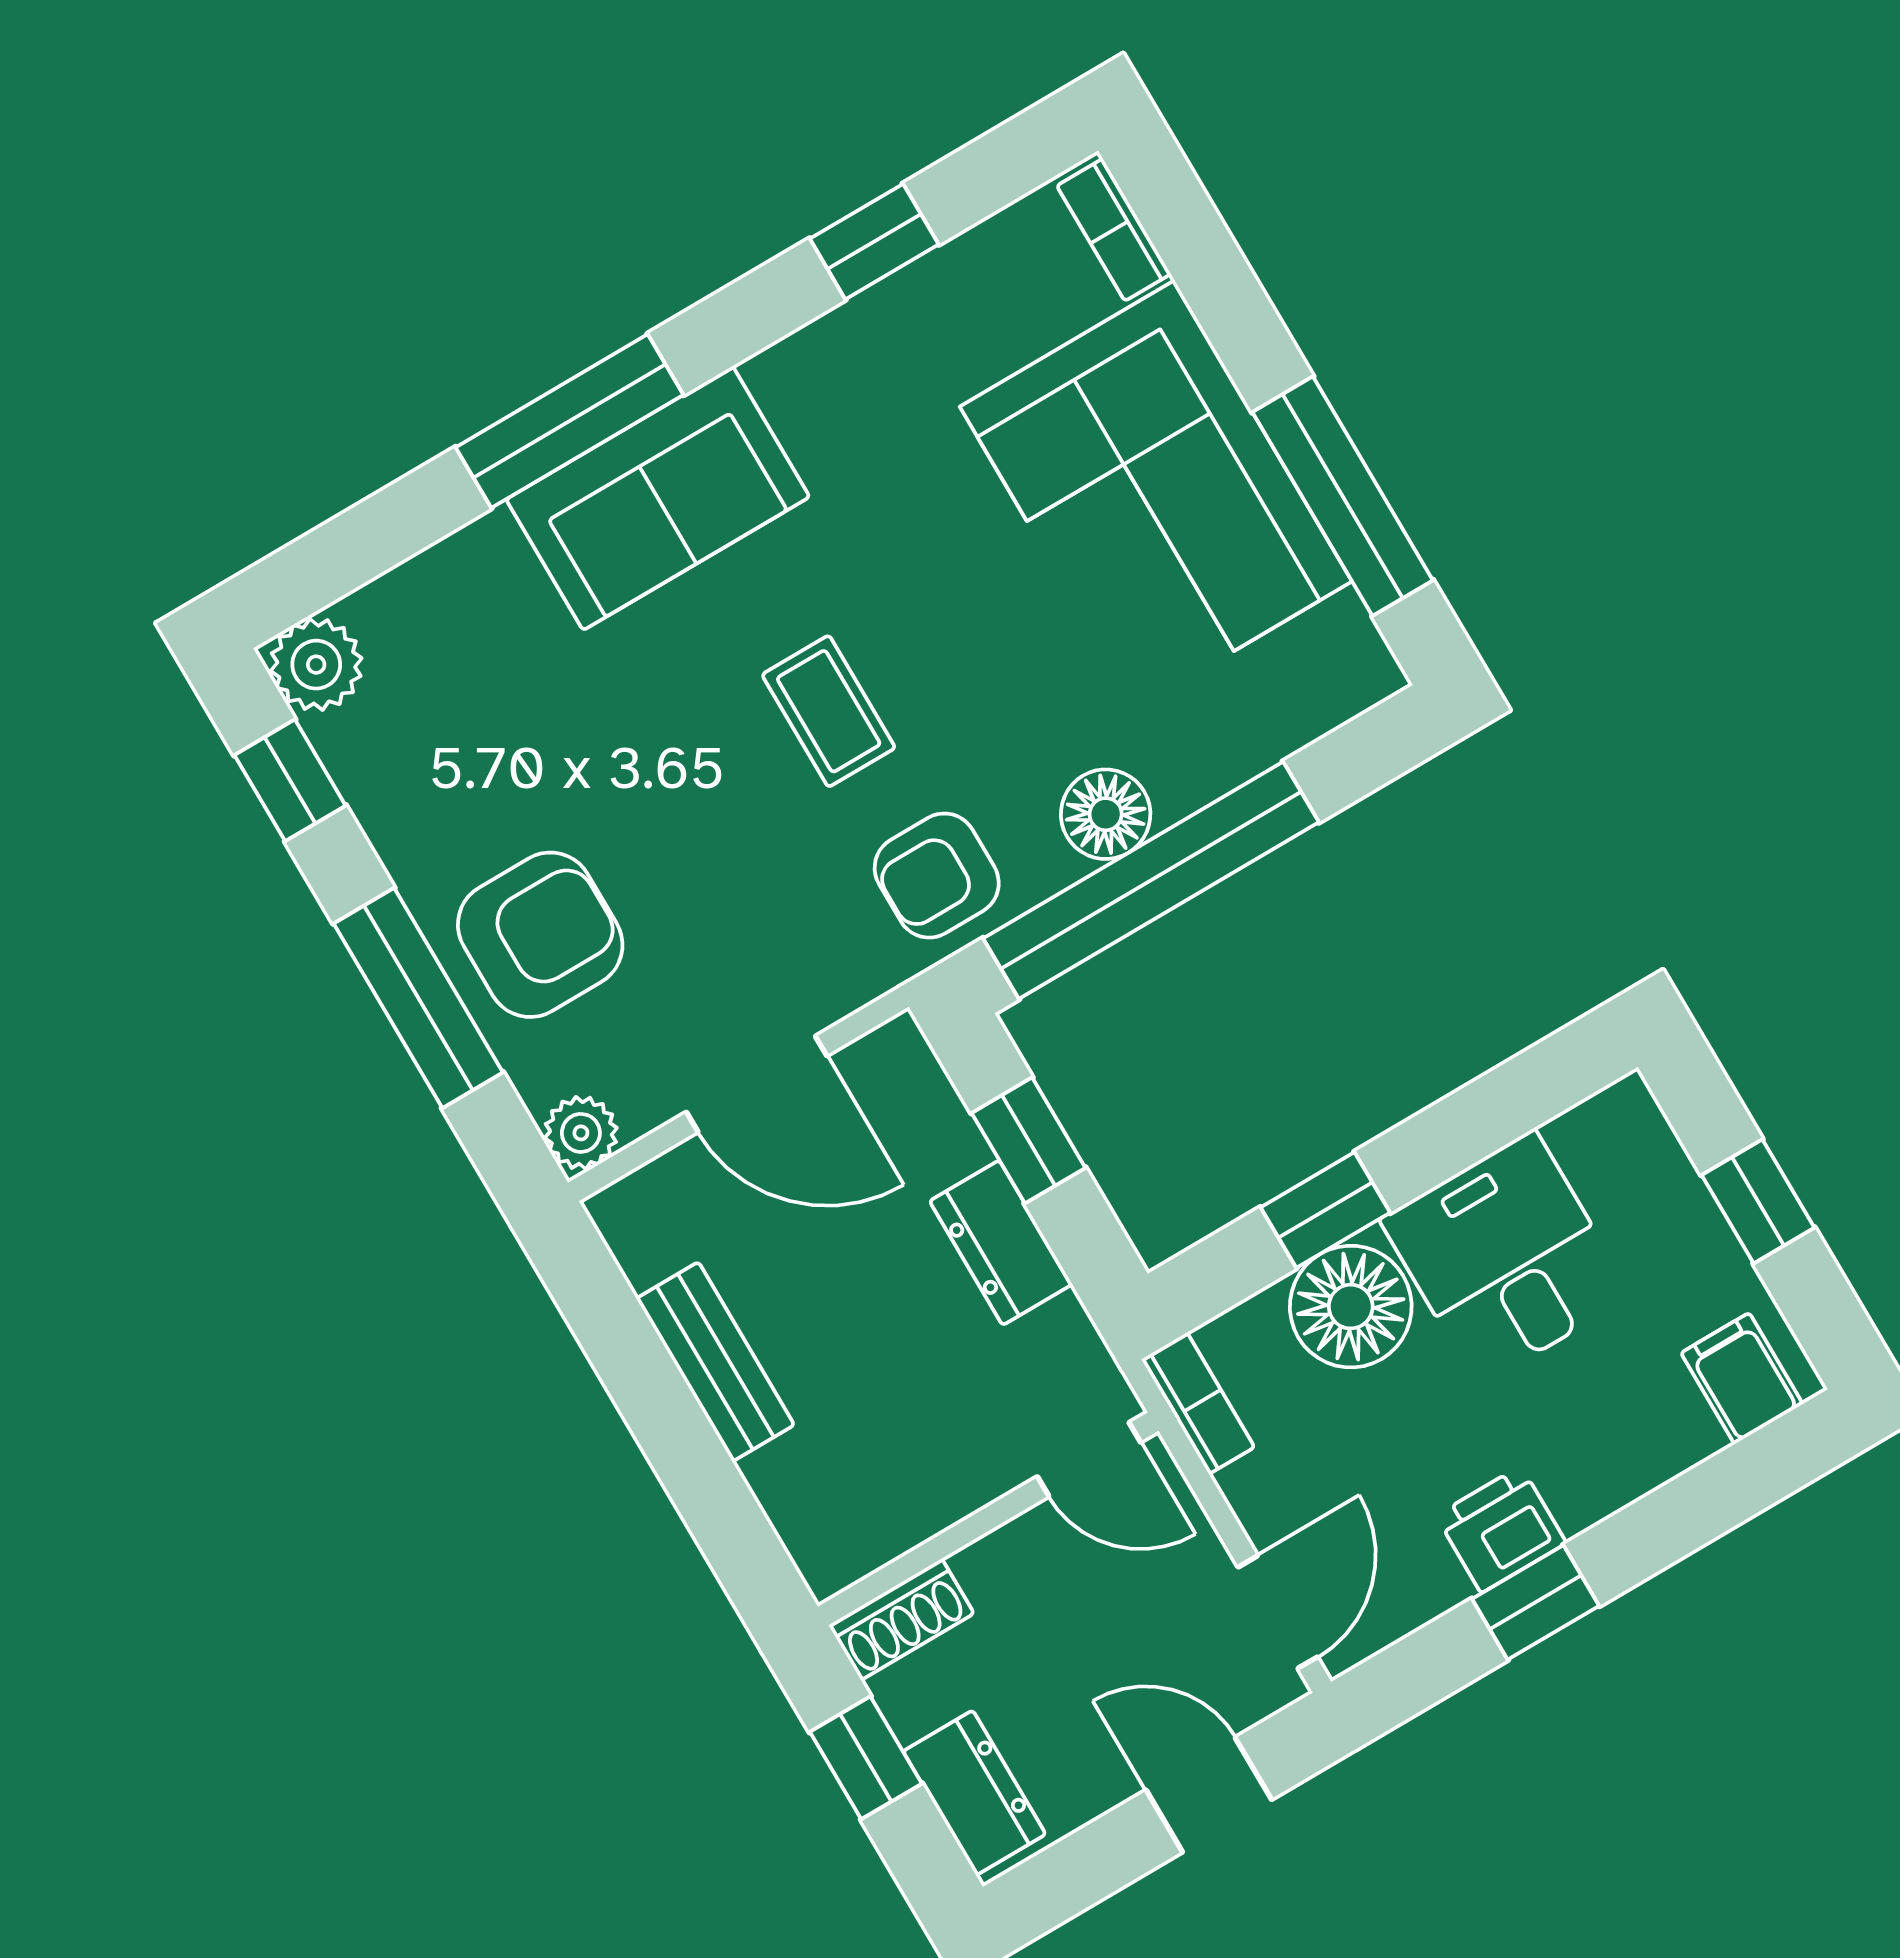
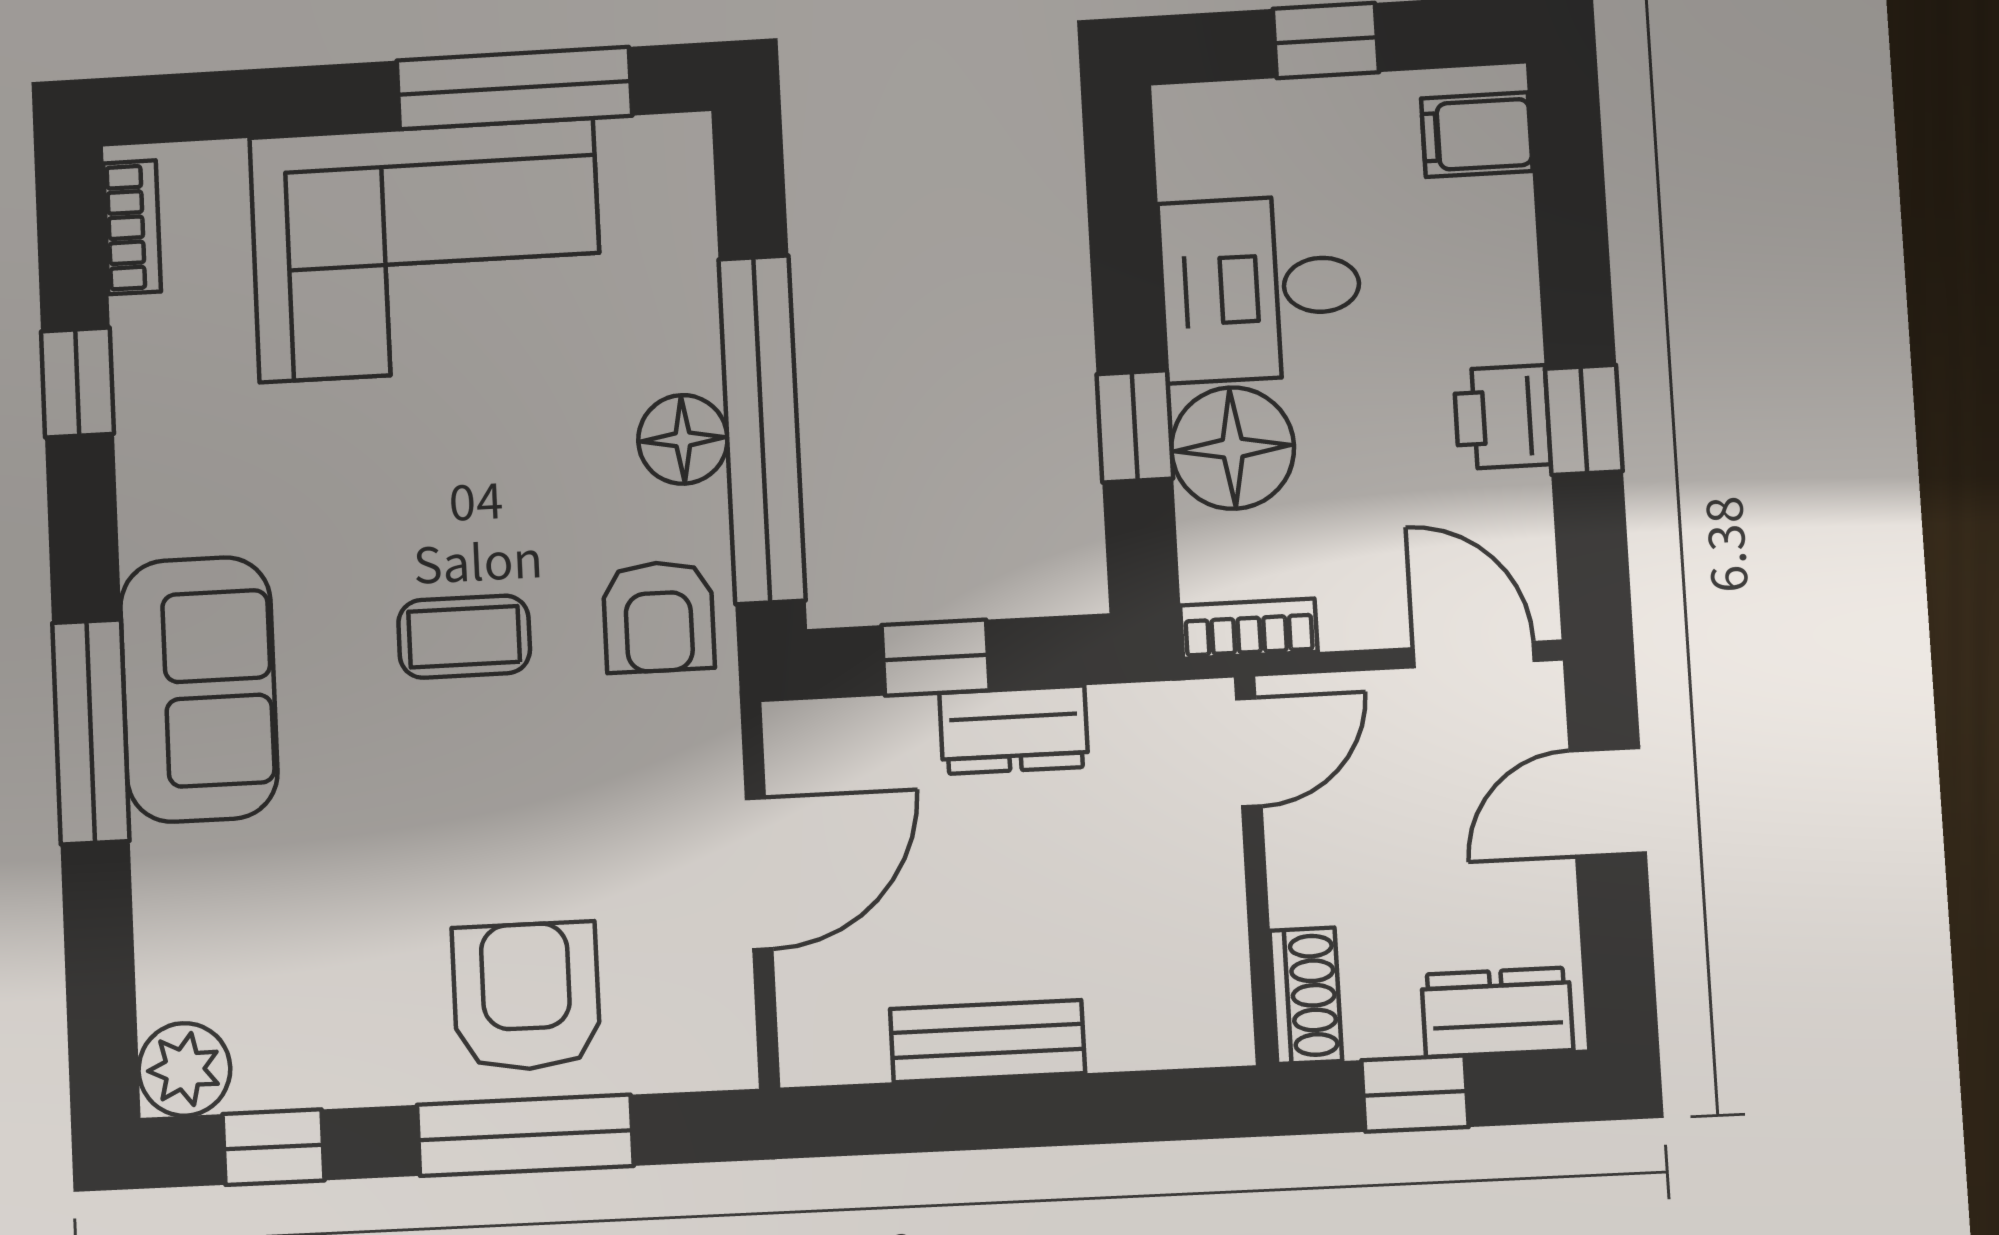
bookcase: (1114, 230) -> (132, 227), moved, turned -90
plant: (581, 1133) -> (721, 1053), removed

